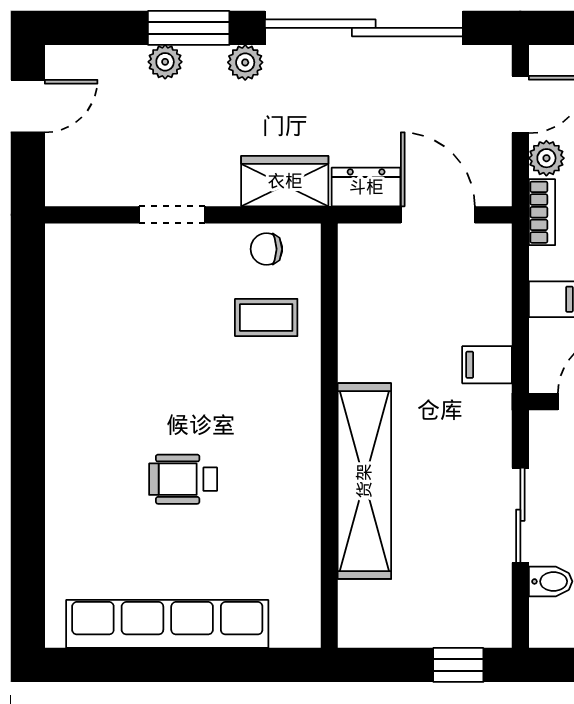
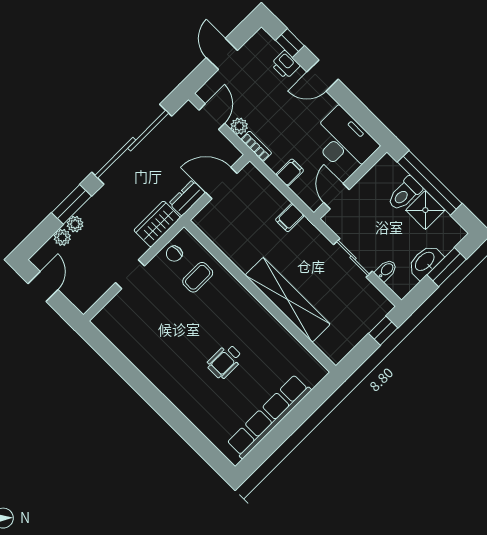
plant: (245, 62) -> (62, 237), moved

